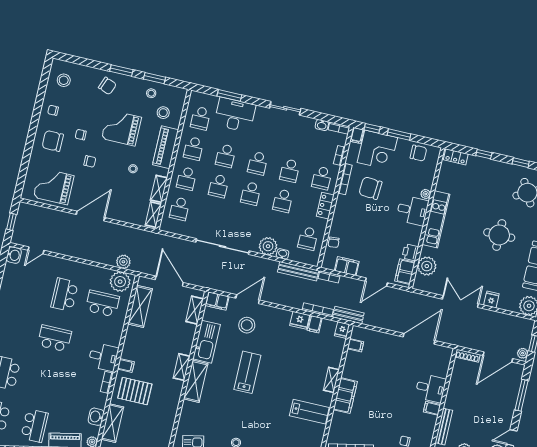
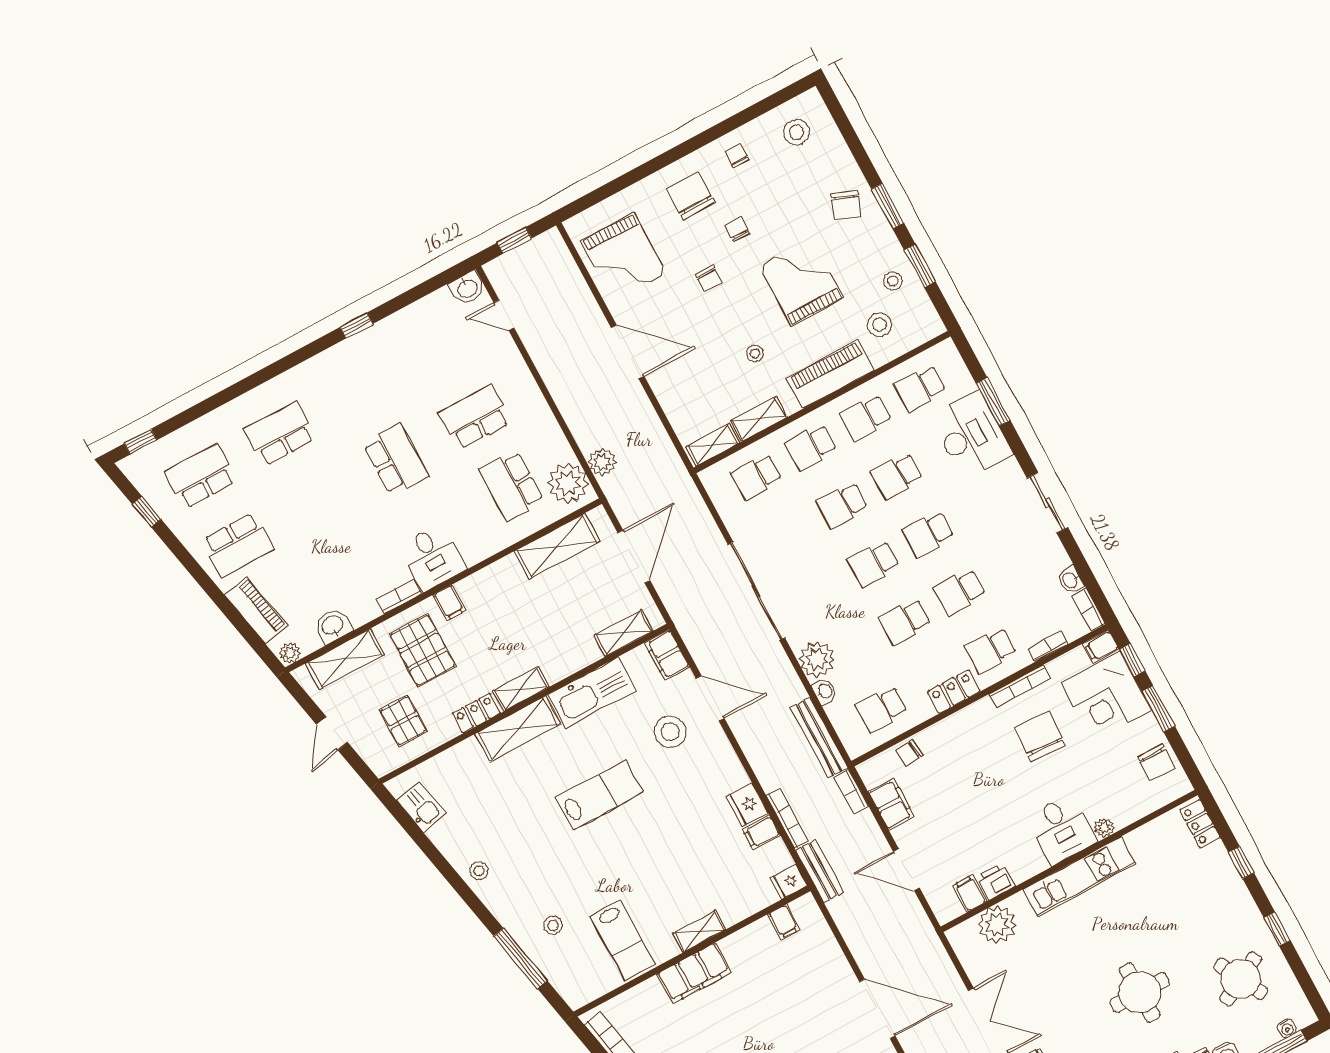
grand piano: (54, 186) -> (624, 257), turned 180
filing cabinet: (405, 272) -> (970, 893), width x0.50
school desk: (102, 303) -> (512, 486), turned 180
locker: (176, 392) -> (476, 713), added
pallet: (155, 422) -> (403, 721), added
stool: (281, 433) -> (553, 925), added

